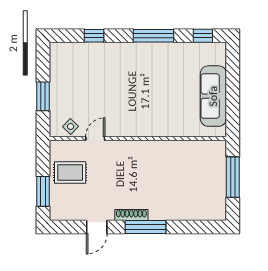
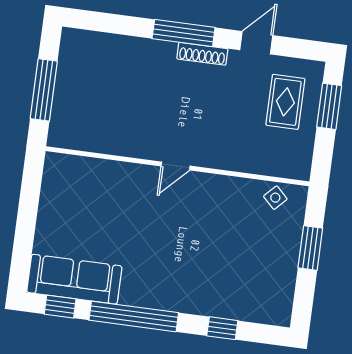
window: (153, 36) -> (134, 316), width x1.46
sofa: (213, 96) -> (74, 279), moved, turned -90
door: (95, 139) -> (176, 166), moved
rug: (70, 172) -> (285, 102), moved, turned 90

